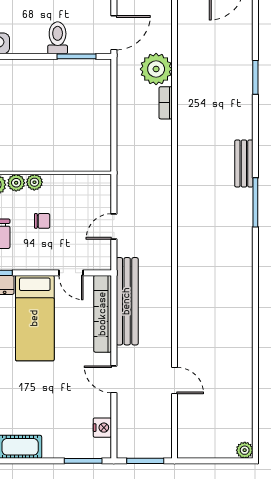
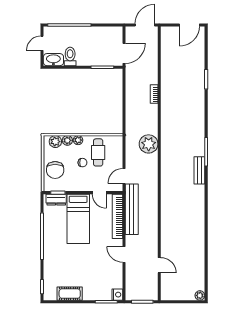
toilet: (58, 38) -> (70, 56), moved
plant: (156, 69) -> (149, 144), moved
bench: (244, 164) -> (199, 170), moved
cafe table: (69, 203) -> (98, 152), added
door: (114, 226) -> (124, 176), moved
door: (175, 380) -> (159, 265), moved
nightstand: (102, 428) -> (117, 295), moved

